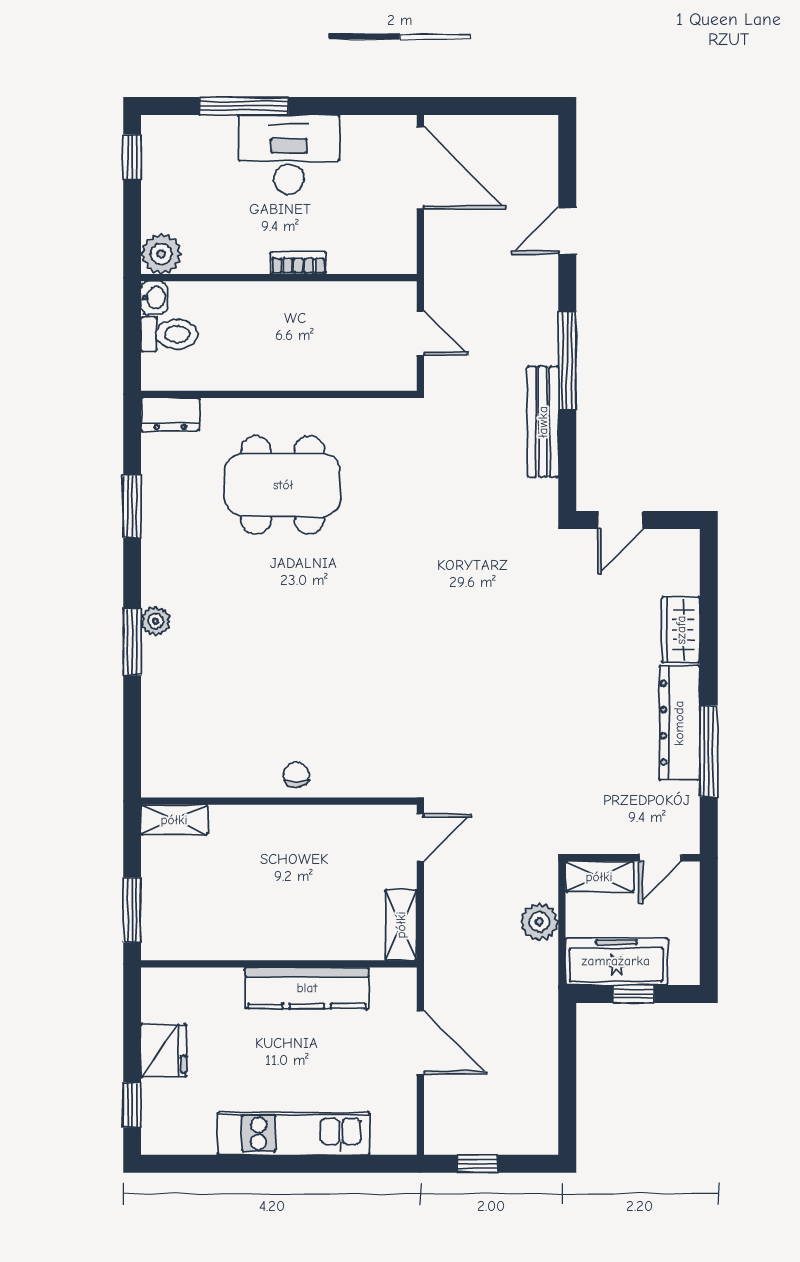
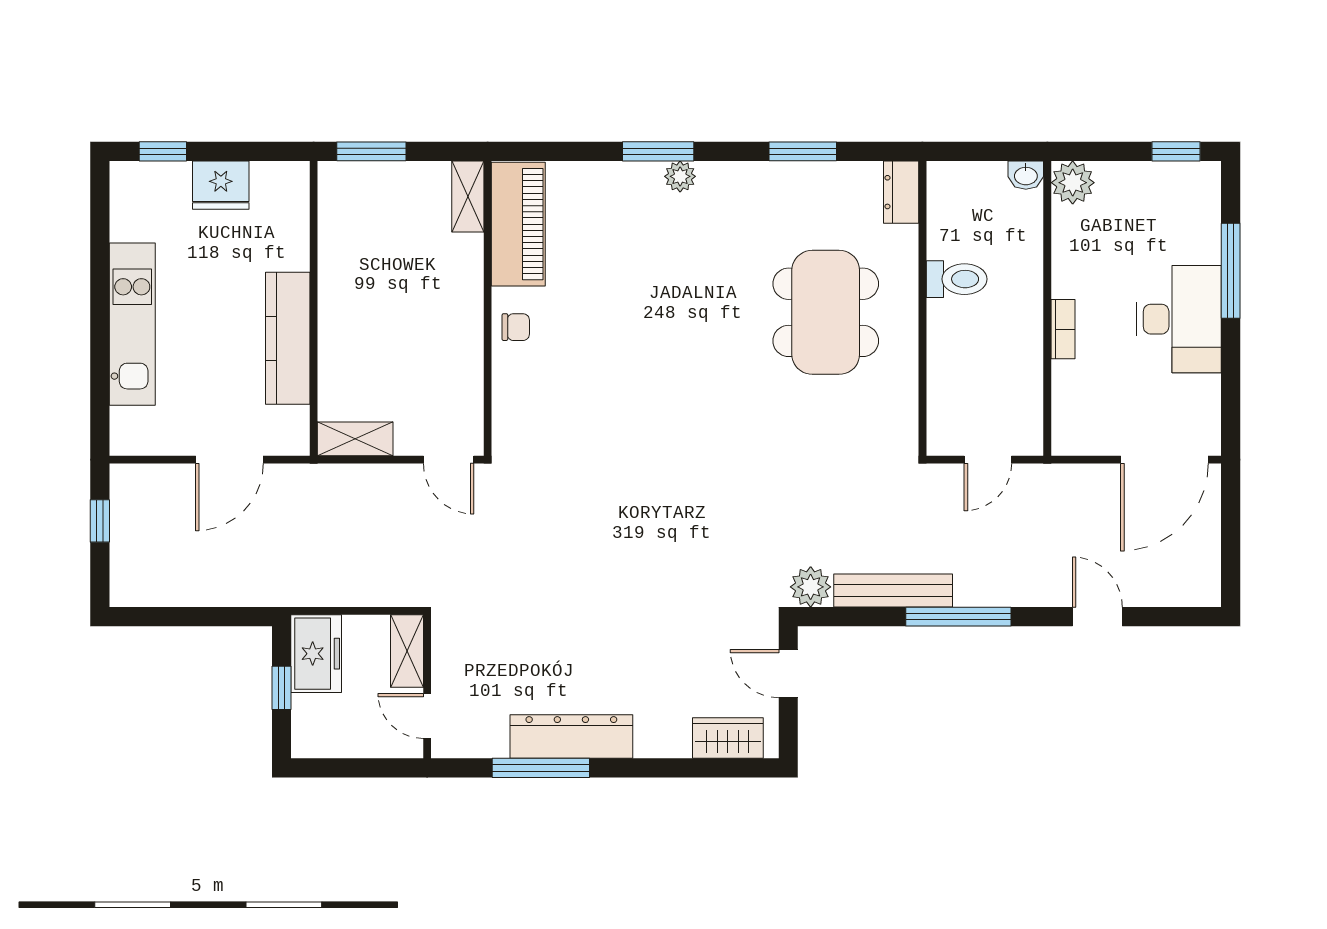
toilet: (169, 334) -> (957, 279), moved, turned -90
wardrobe: (681, 630) -> (728, 738), moved
piano: (200, 772) -> (518, 224), added
plant: (539, 922) -> (811, 587), moved
freezer: (616, 961) -> (316, 654), width x0.71

